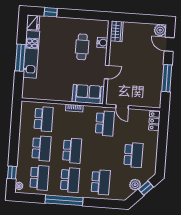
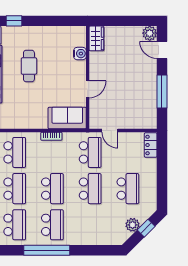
cafe table: (82, 47) -> (29, 66), moved
school desk: (101, 182) -> (90, 189), moved

